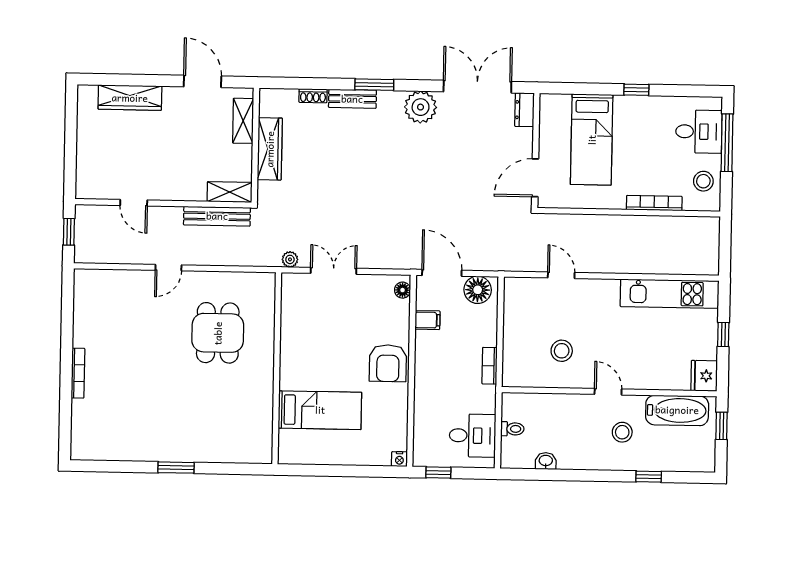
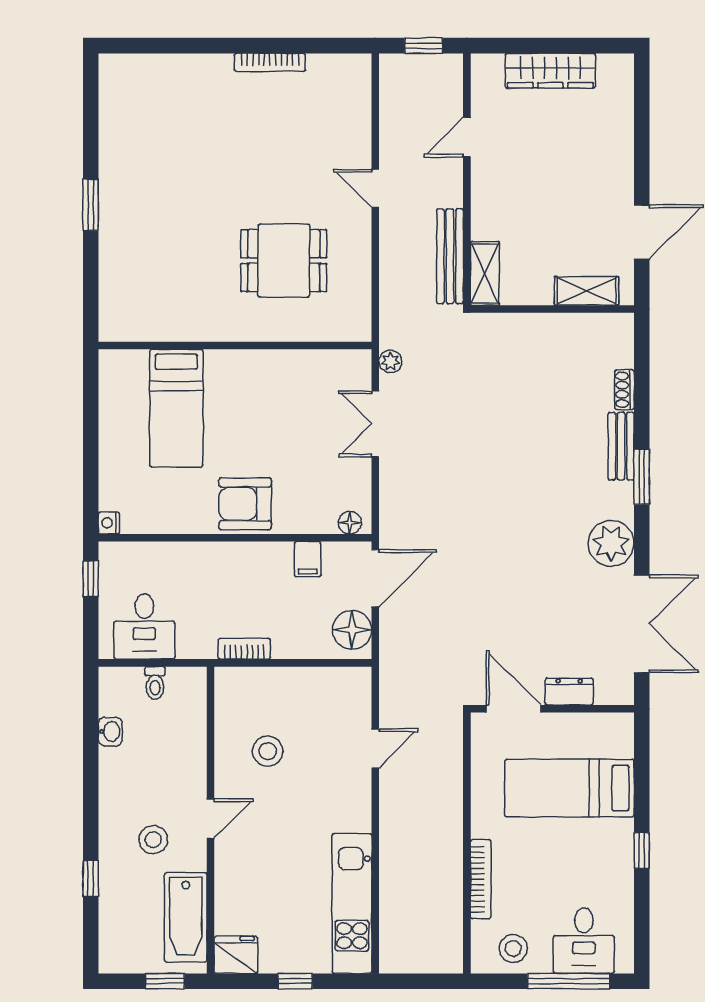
wardrobe: (130, 98) -> (550, 71), moved, turned -90
dresser: (524, 110) -> (569, 692), moved
wardrobe: (270, 149) -> (547, 330), removed
double door: (334, 271) -> (375, 424), swing flipped
bookcase: (78, 373) -> (270, 62), moved

